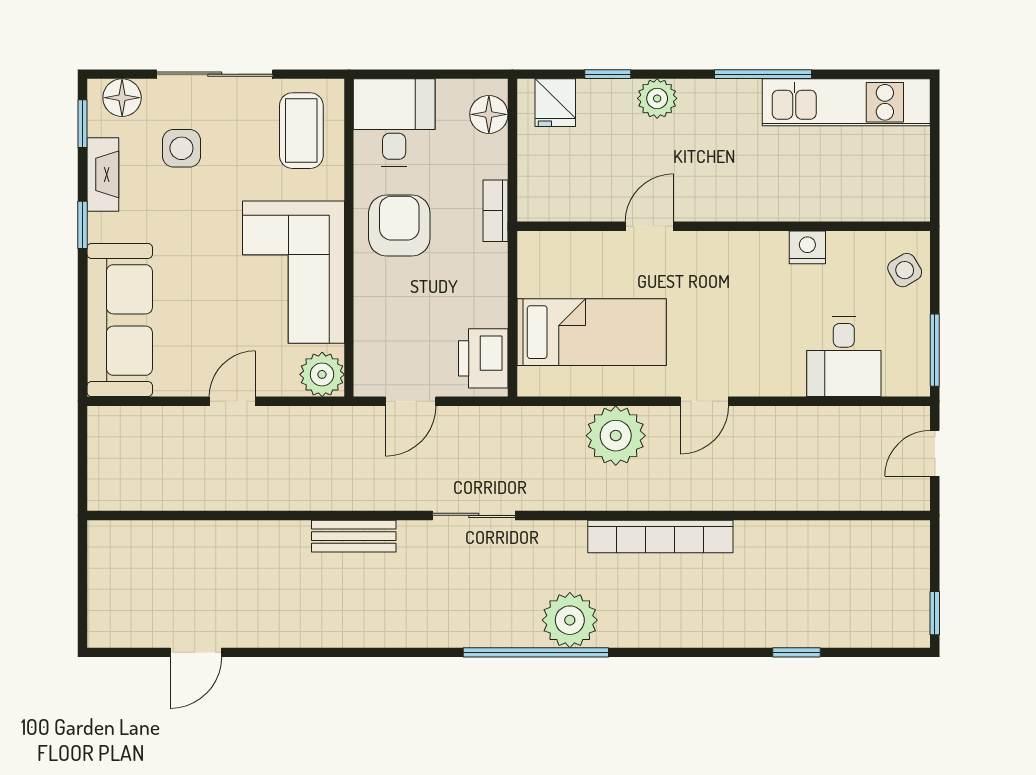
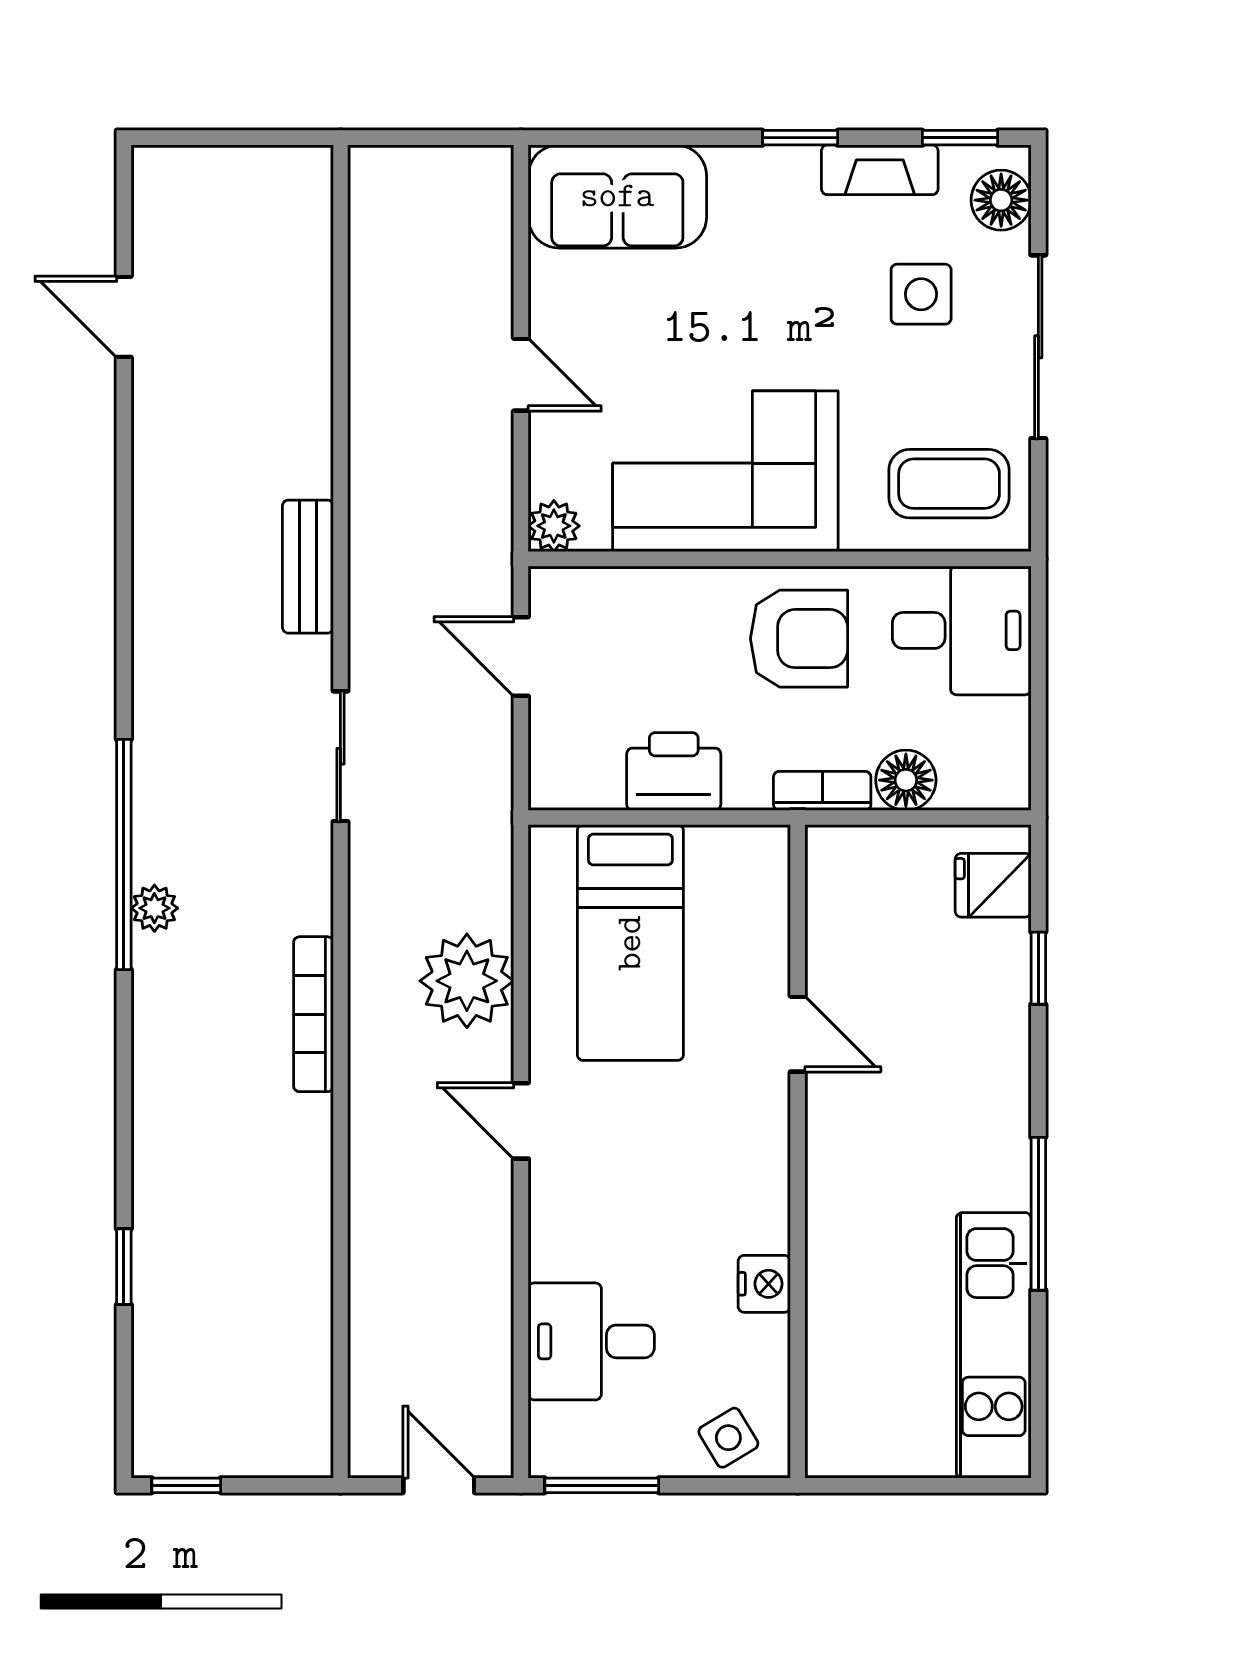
plant: (657, 98) -> (1000, 1046), removed
floor lamp: (489, 114) -> (906, 780), moved
sofa: (120, 320) -> (617, 196), width x0.73
printer: (483, 358) -> (674, 771), moved
plant: (322, 374) -> (554, 526), width x0.73, depth x0.73
bookcase: (660, 536) -> (313, 1014), width x0.68, depth x0.76
plant: (570, 620) -> (154, 908), width x0.53, depth x0.53

